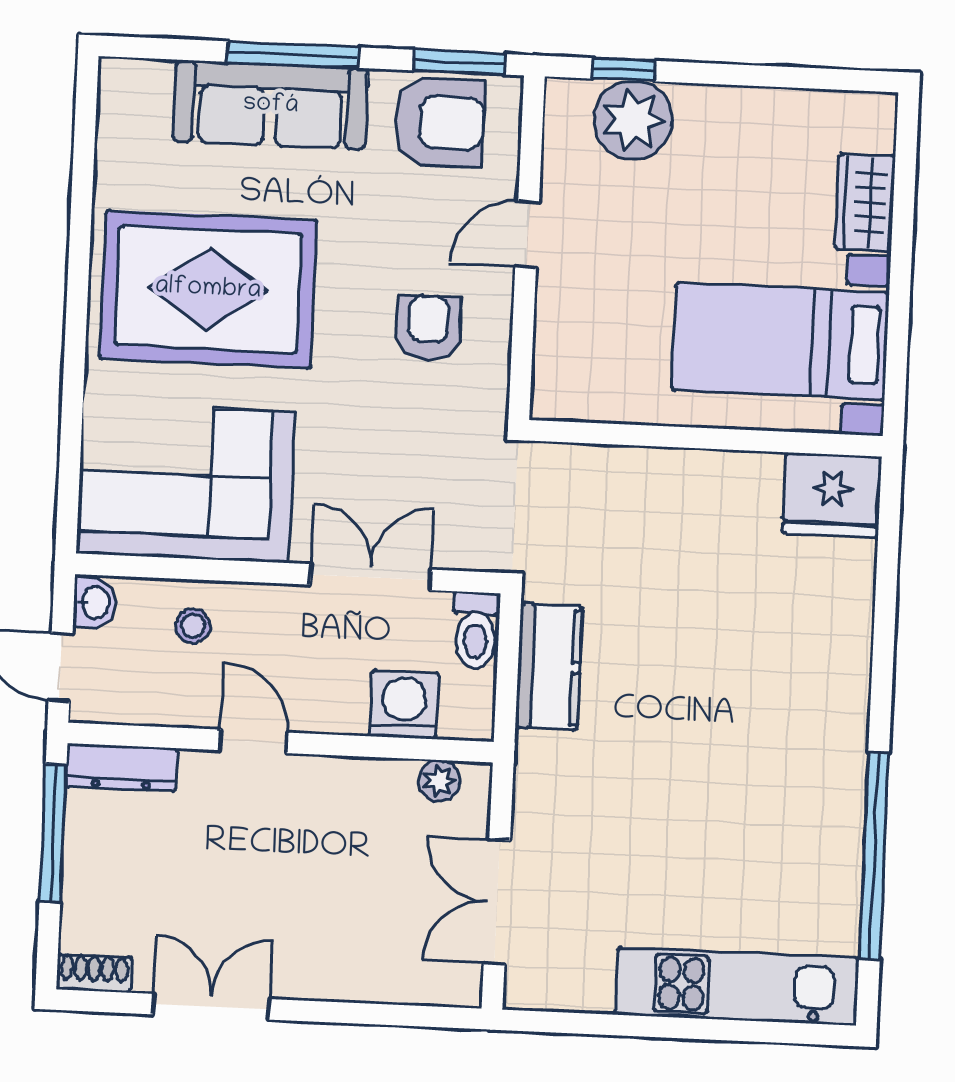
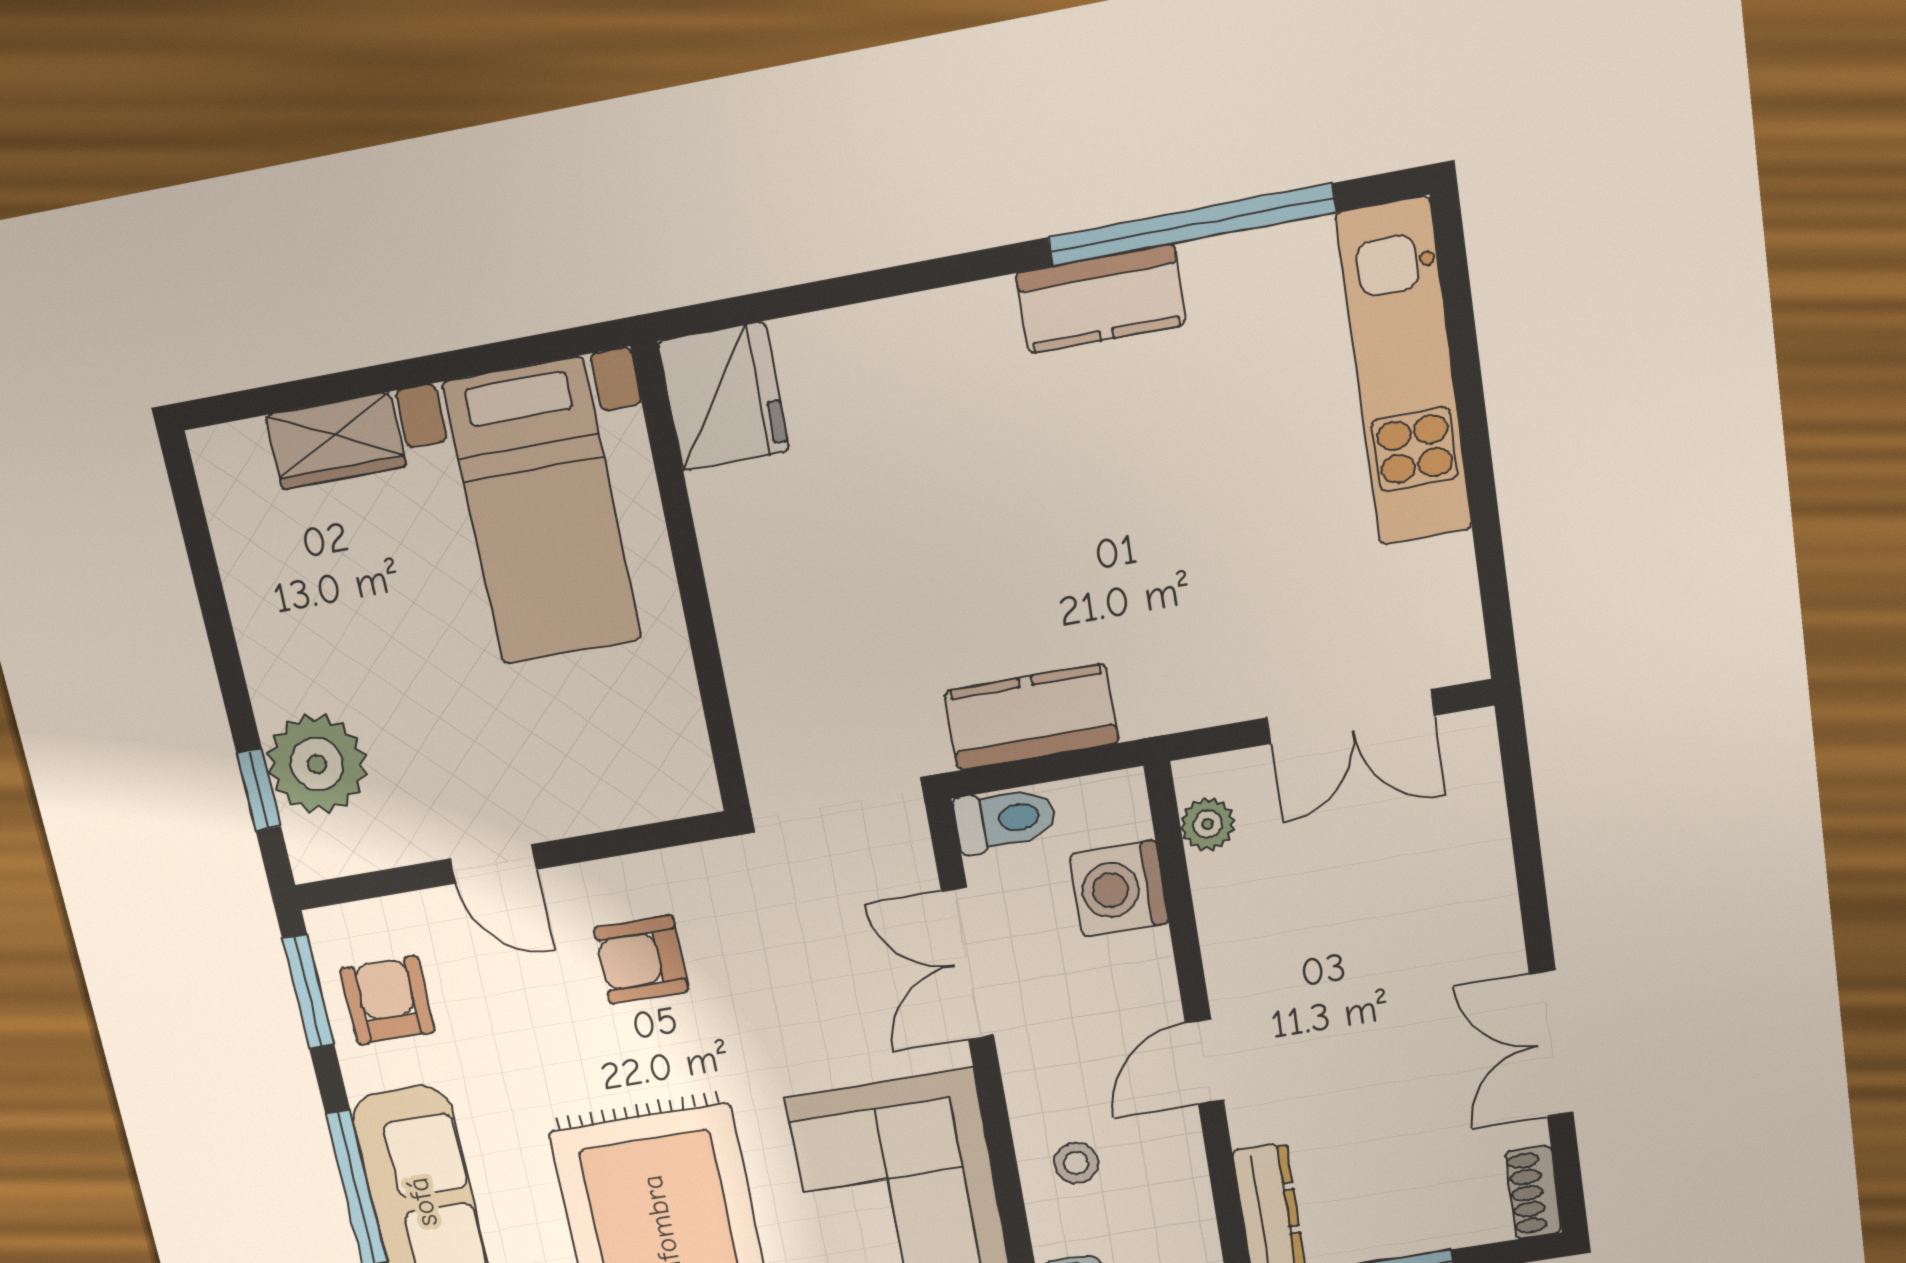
armchair: (439, 122) -> (387, 1000), width x0.72, depth x0.72
kitchen counter: (838, 781) -> (1101, 299), added

